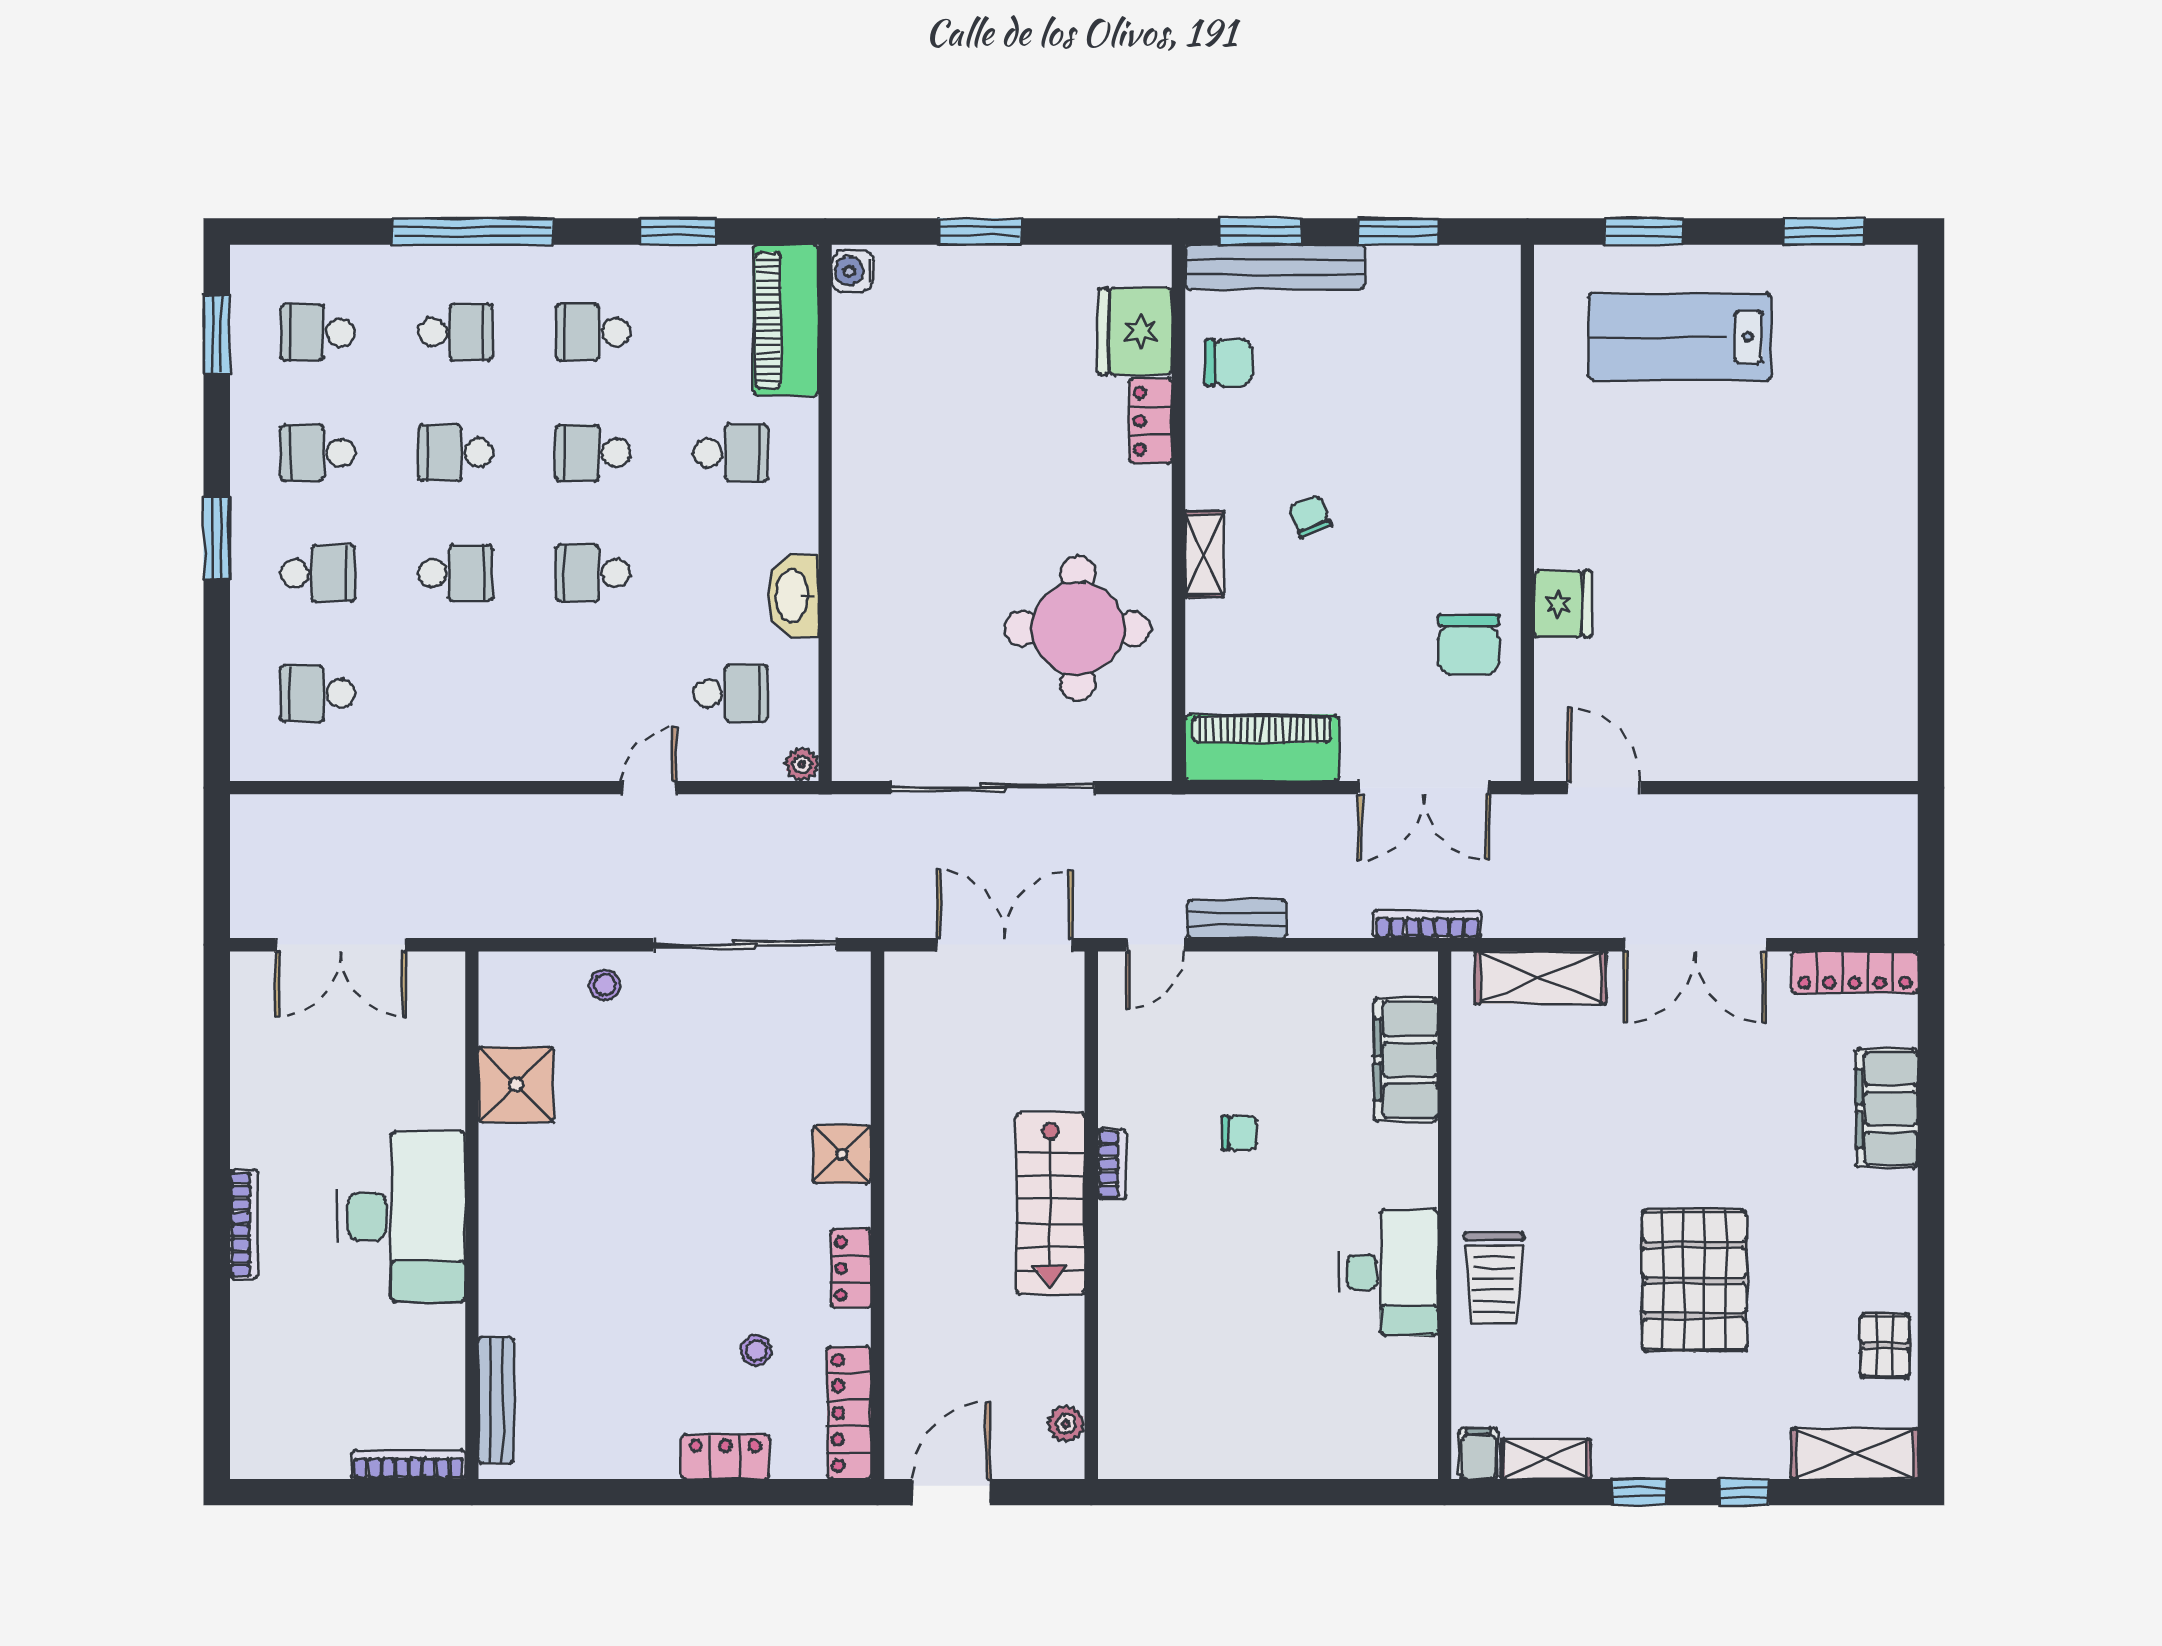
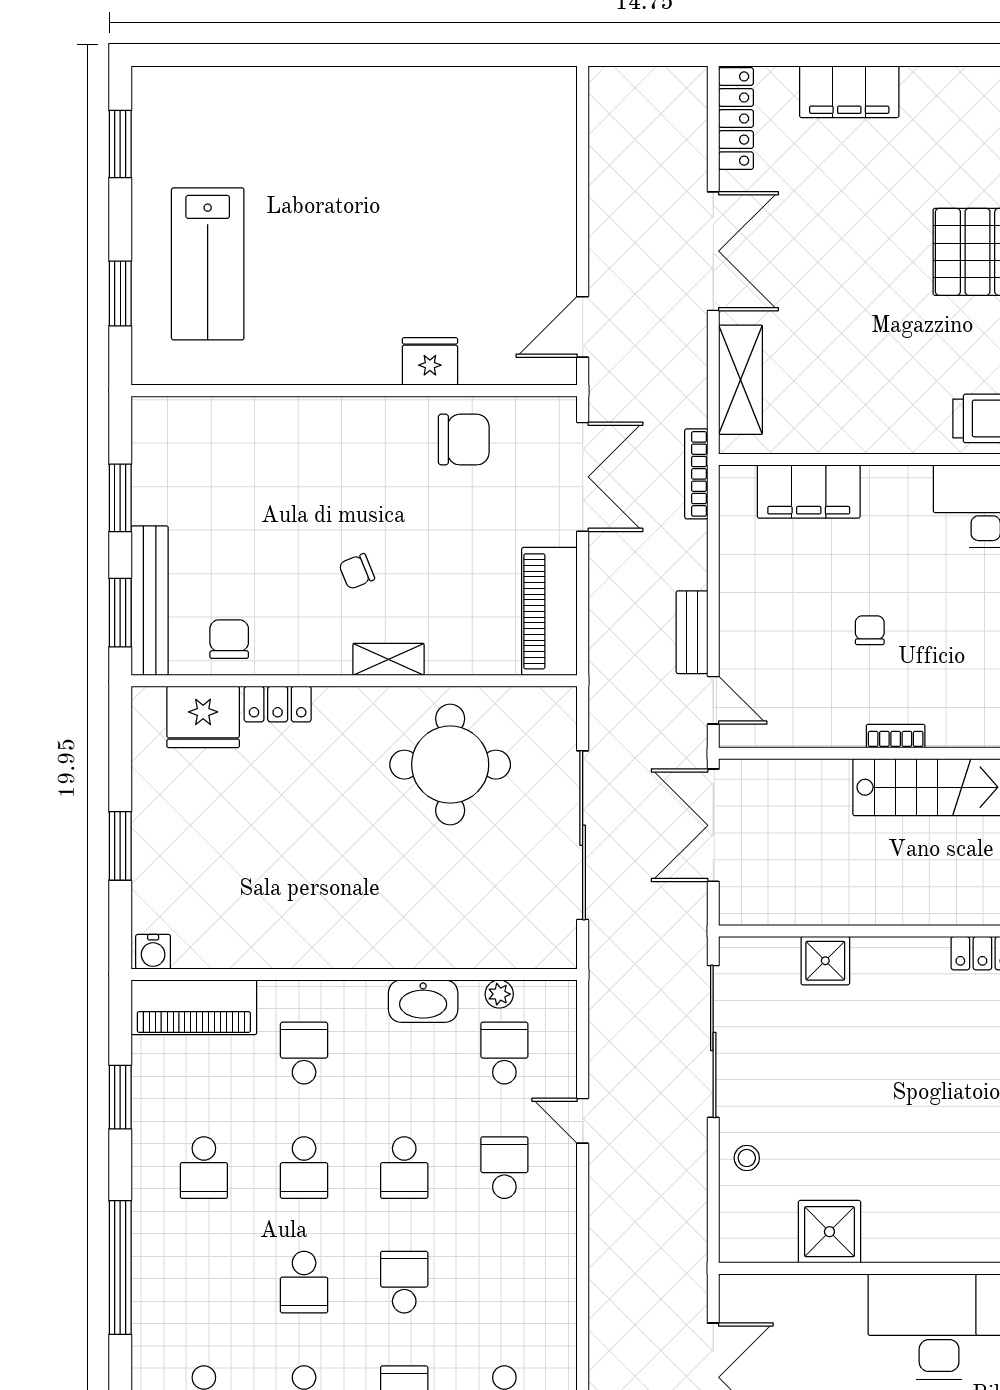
school desk: (455, 332) -> (504, 1168), moved
plant: (802, 764) -> (499, 994), moved
shower: (842, 1154) -> (825, 961), moved

